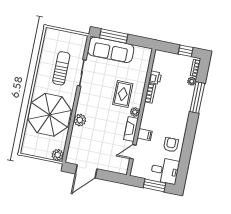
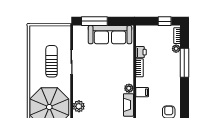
sofa: (111, 50) -> (110, 35), moved
rug: (123, 94) -> (114, 74), removed
filing cabinet: (145, 135) -> (142, 92), moved

